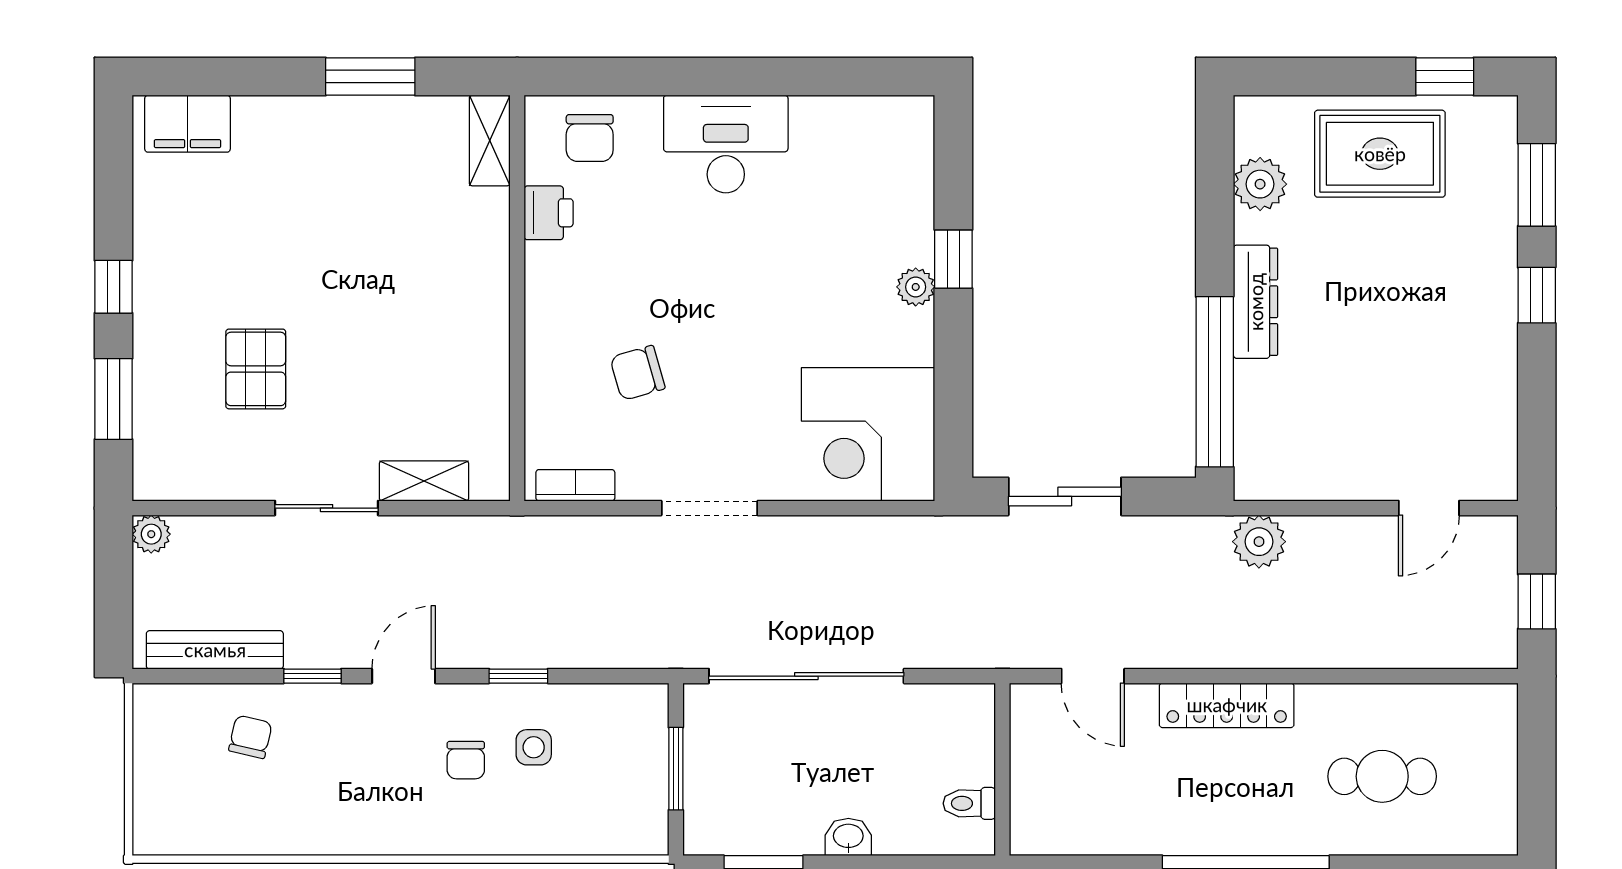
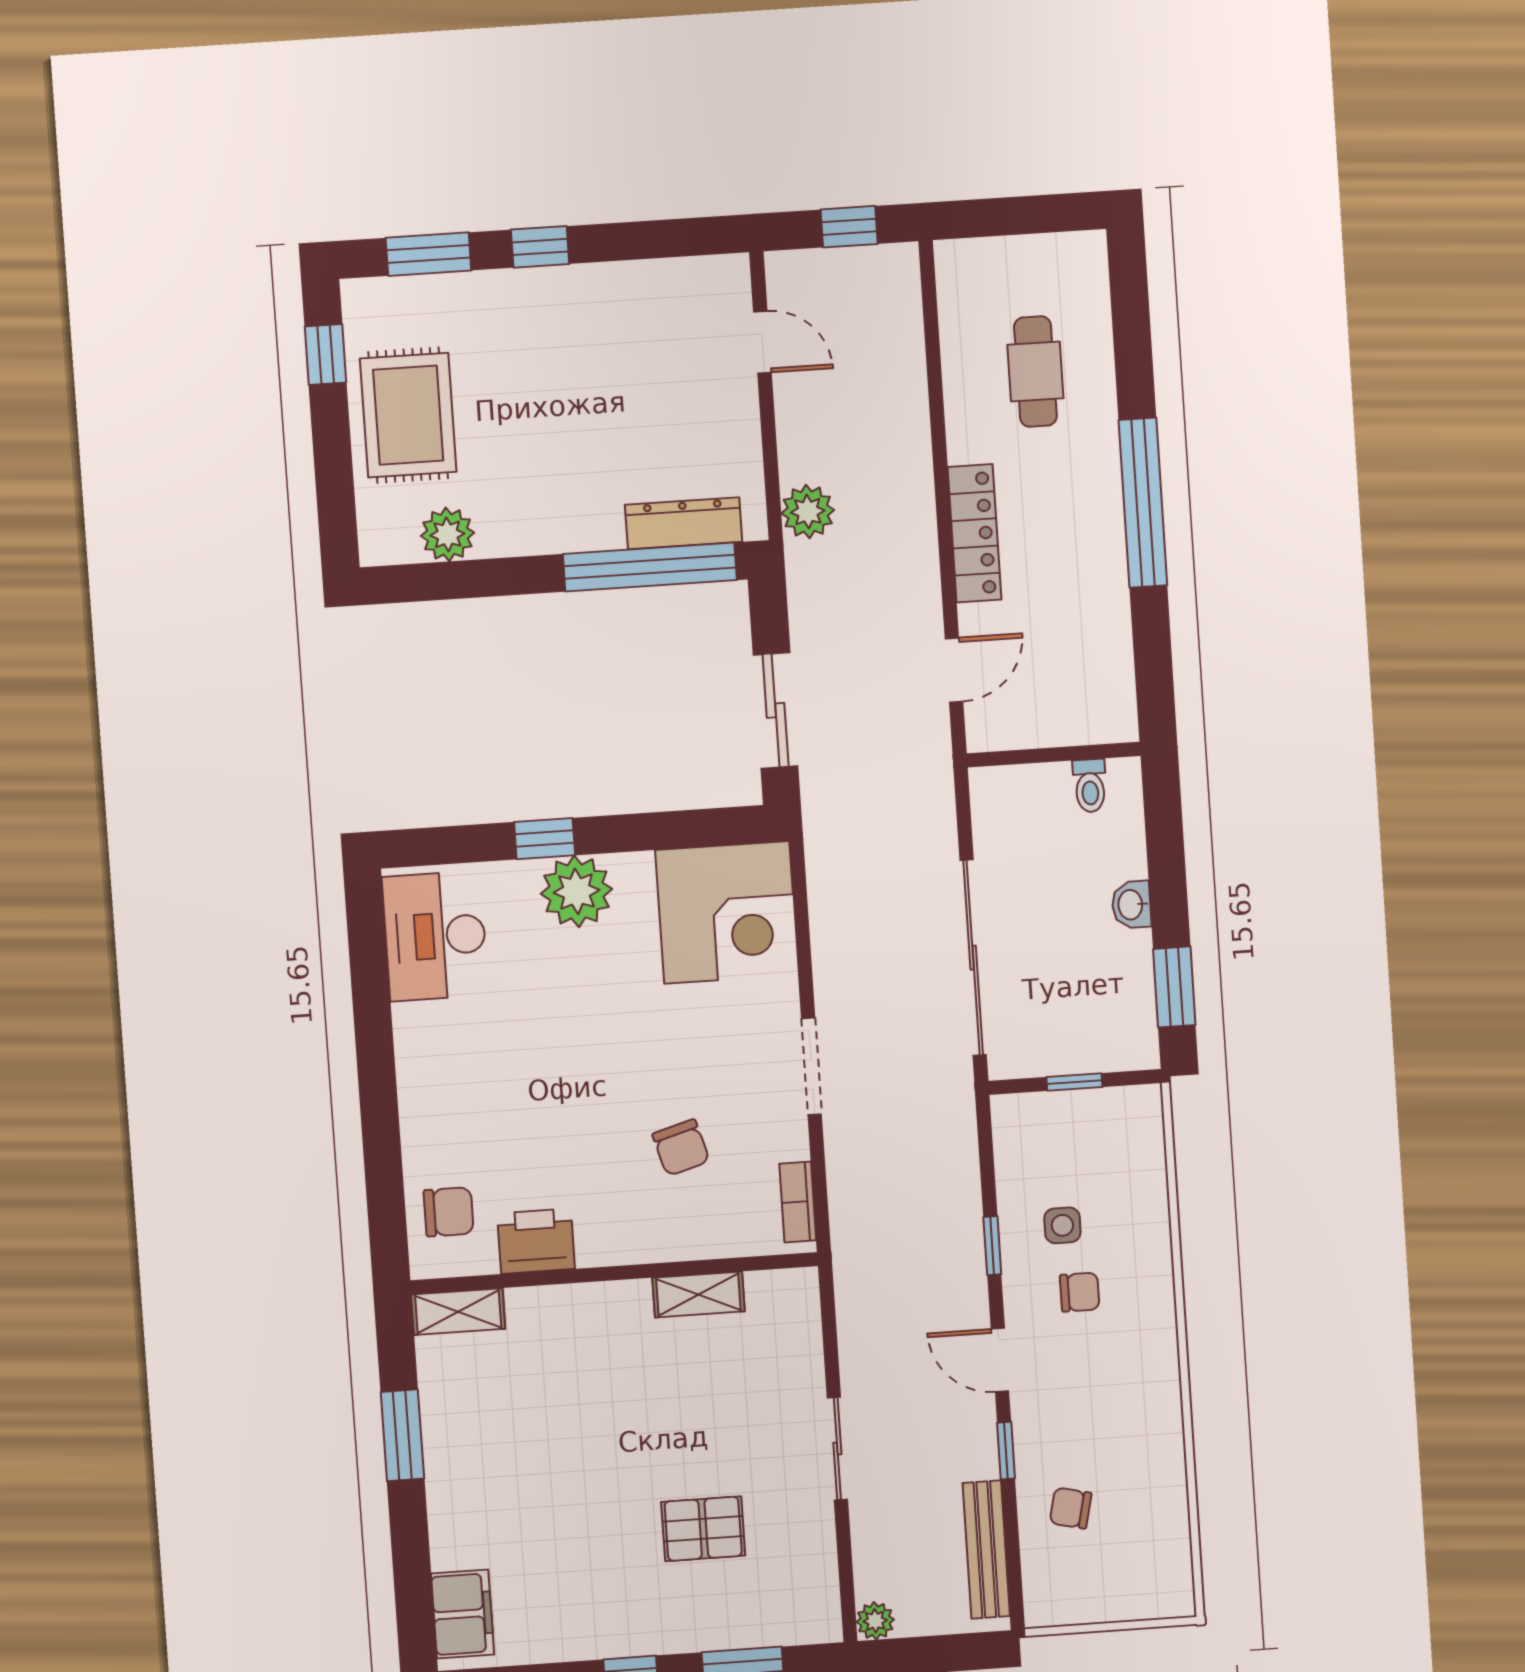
desk: (726, 144) -> (435, 936), moved
printer: (549, 213) -> (536, 1241), width x1.36, depth x1.24
plant: (916, 287) -> (577, 891), width x1.88, depth x1.88
dresser: (1256, 302) -> (684, 523), moved
shelving: (424, 481) -> (698, 1295), moved, turned 90
window: (676, 769) -> (1074, 1082), width x0.67

